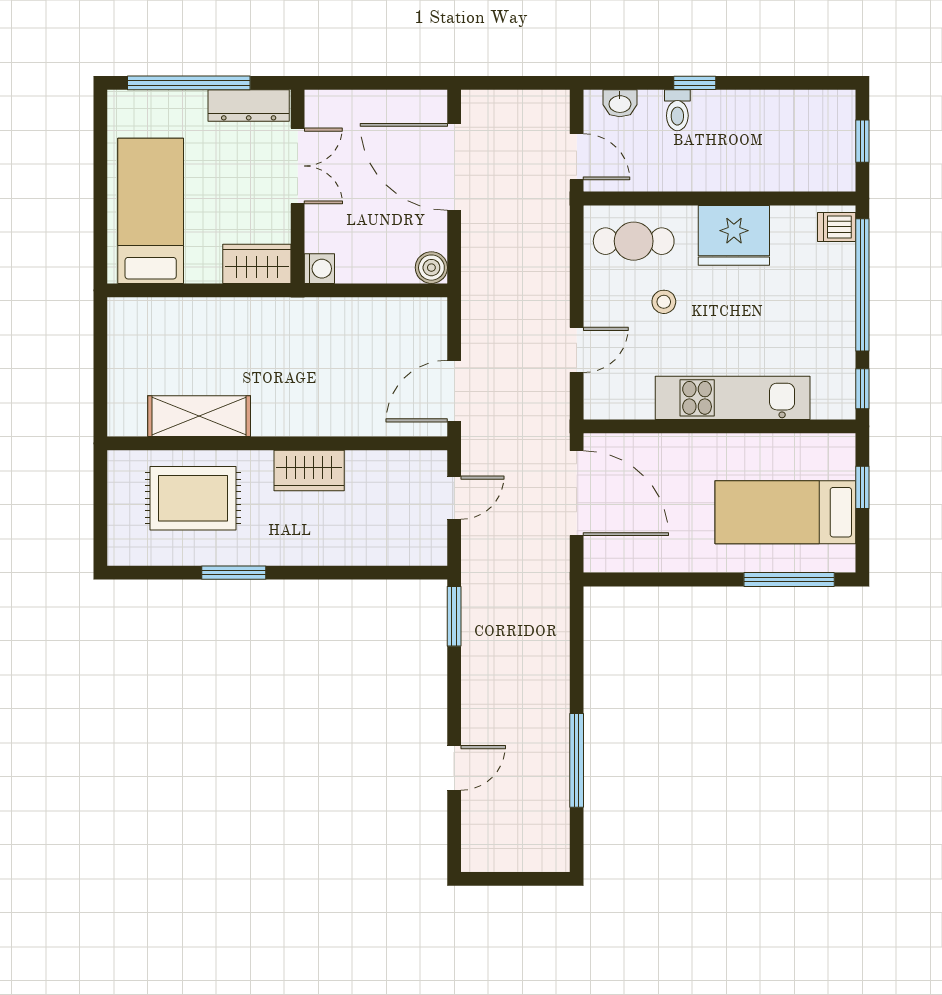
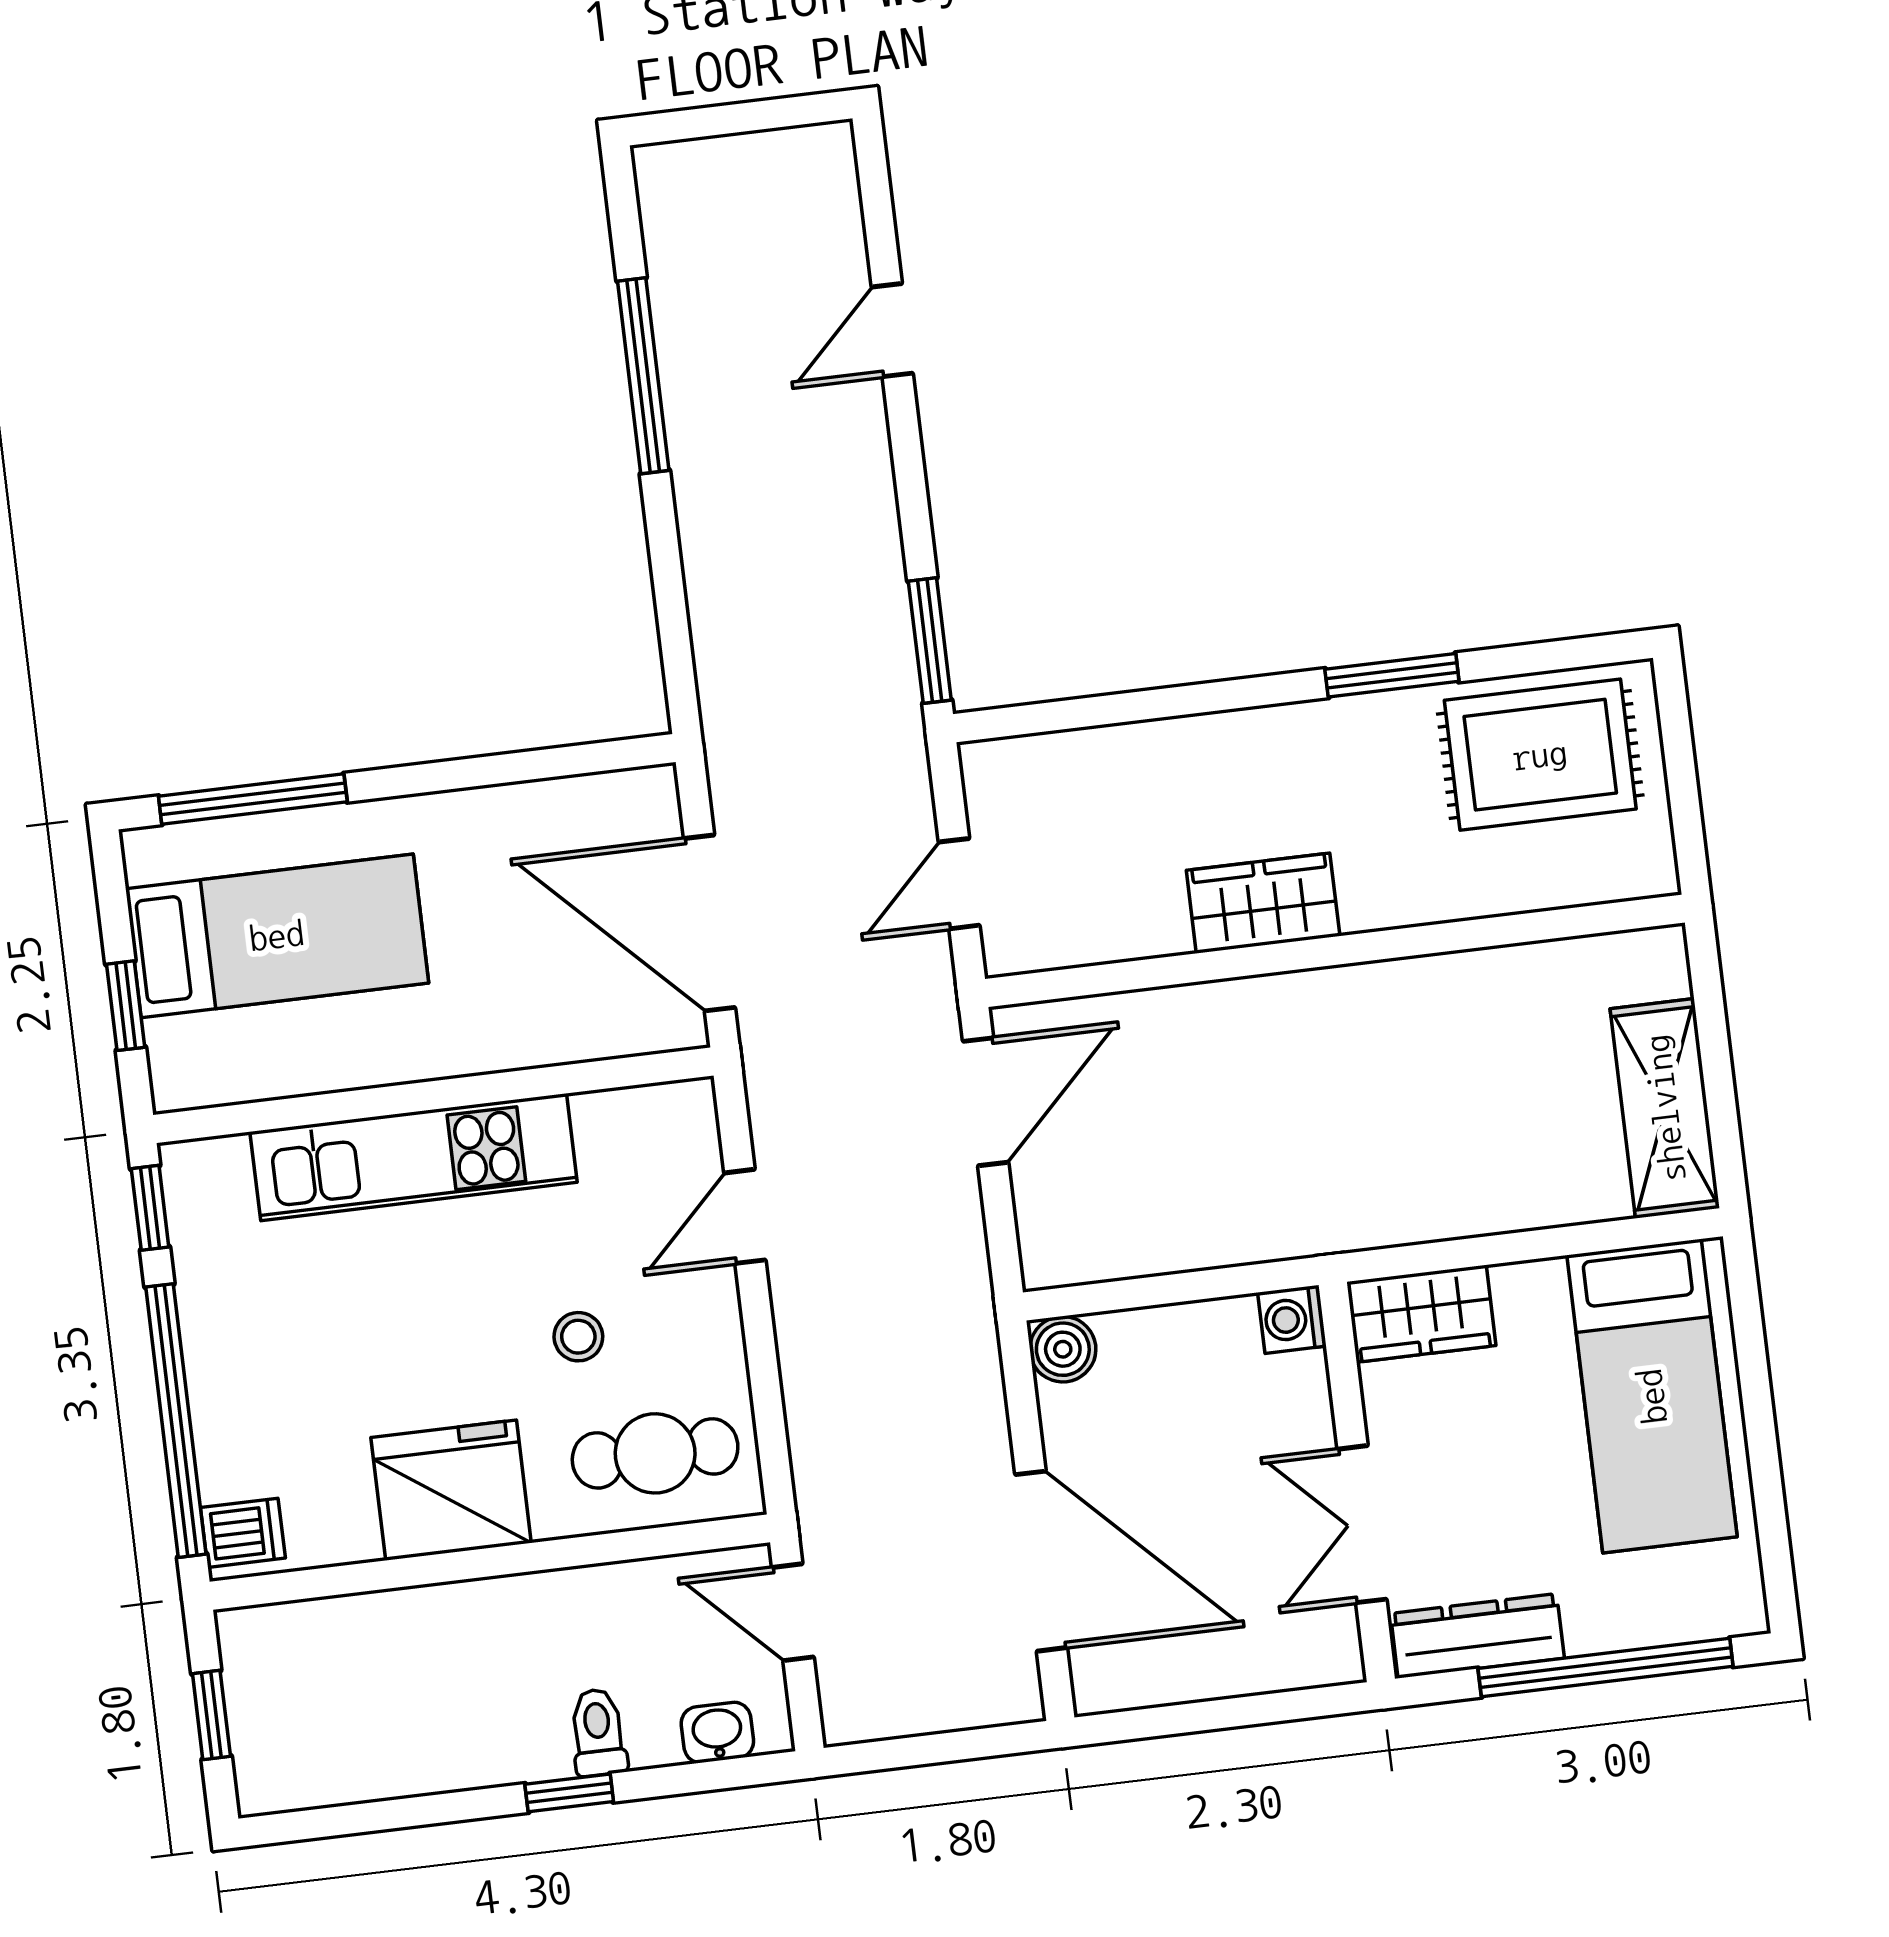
shelving: (199, 416) -> (1665, 1108), moved, turned 90
rug: (193, 498) -> (1540, 755), moved

